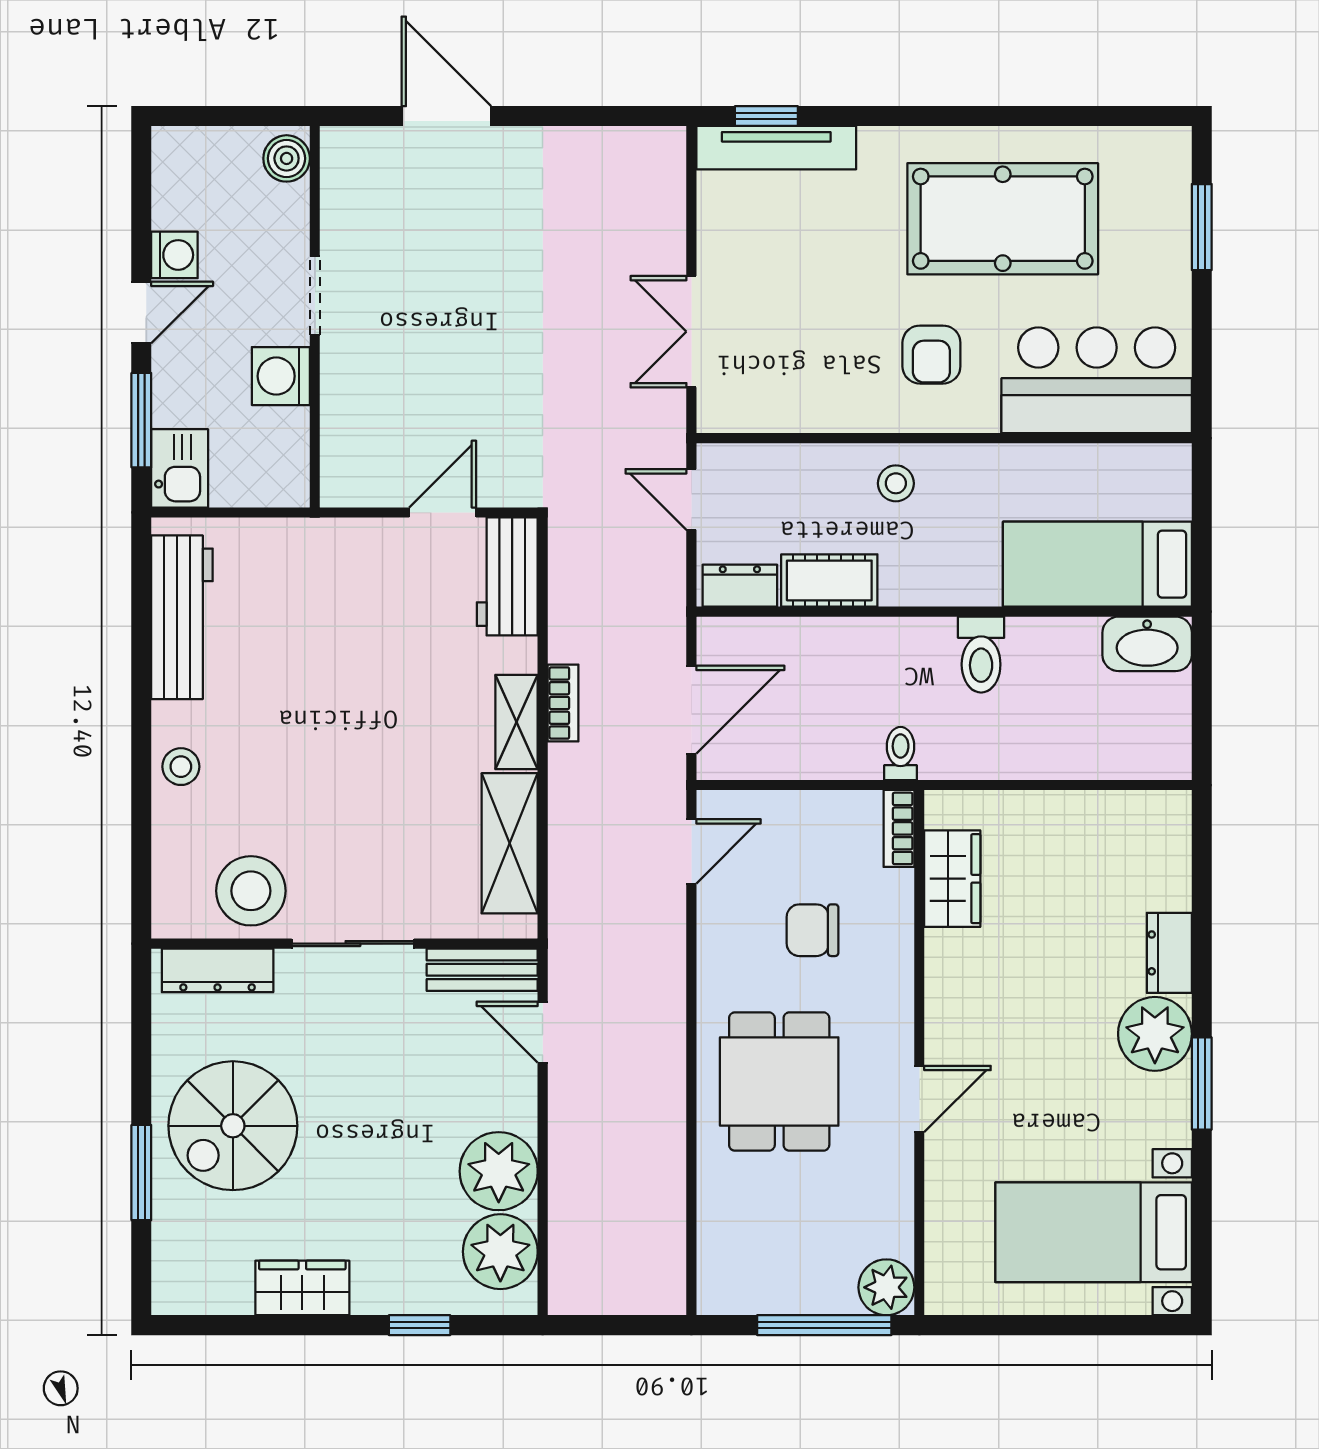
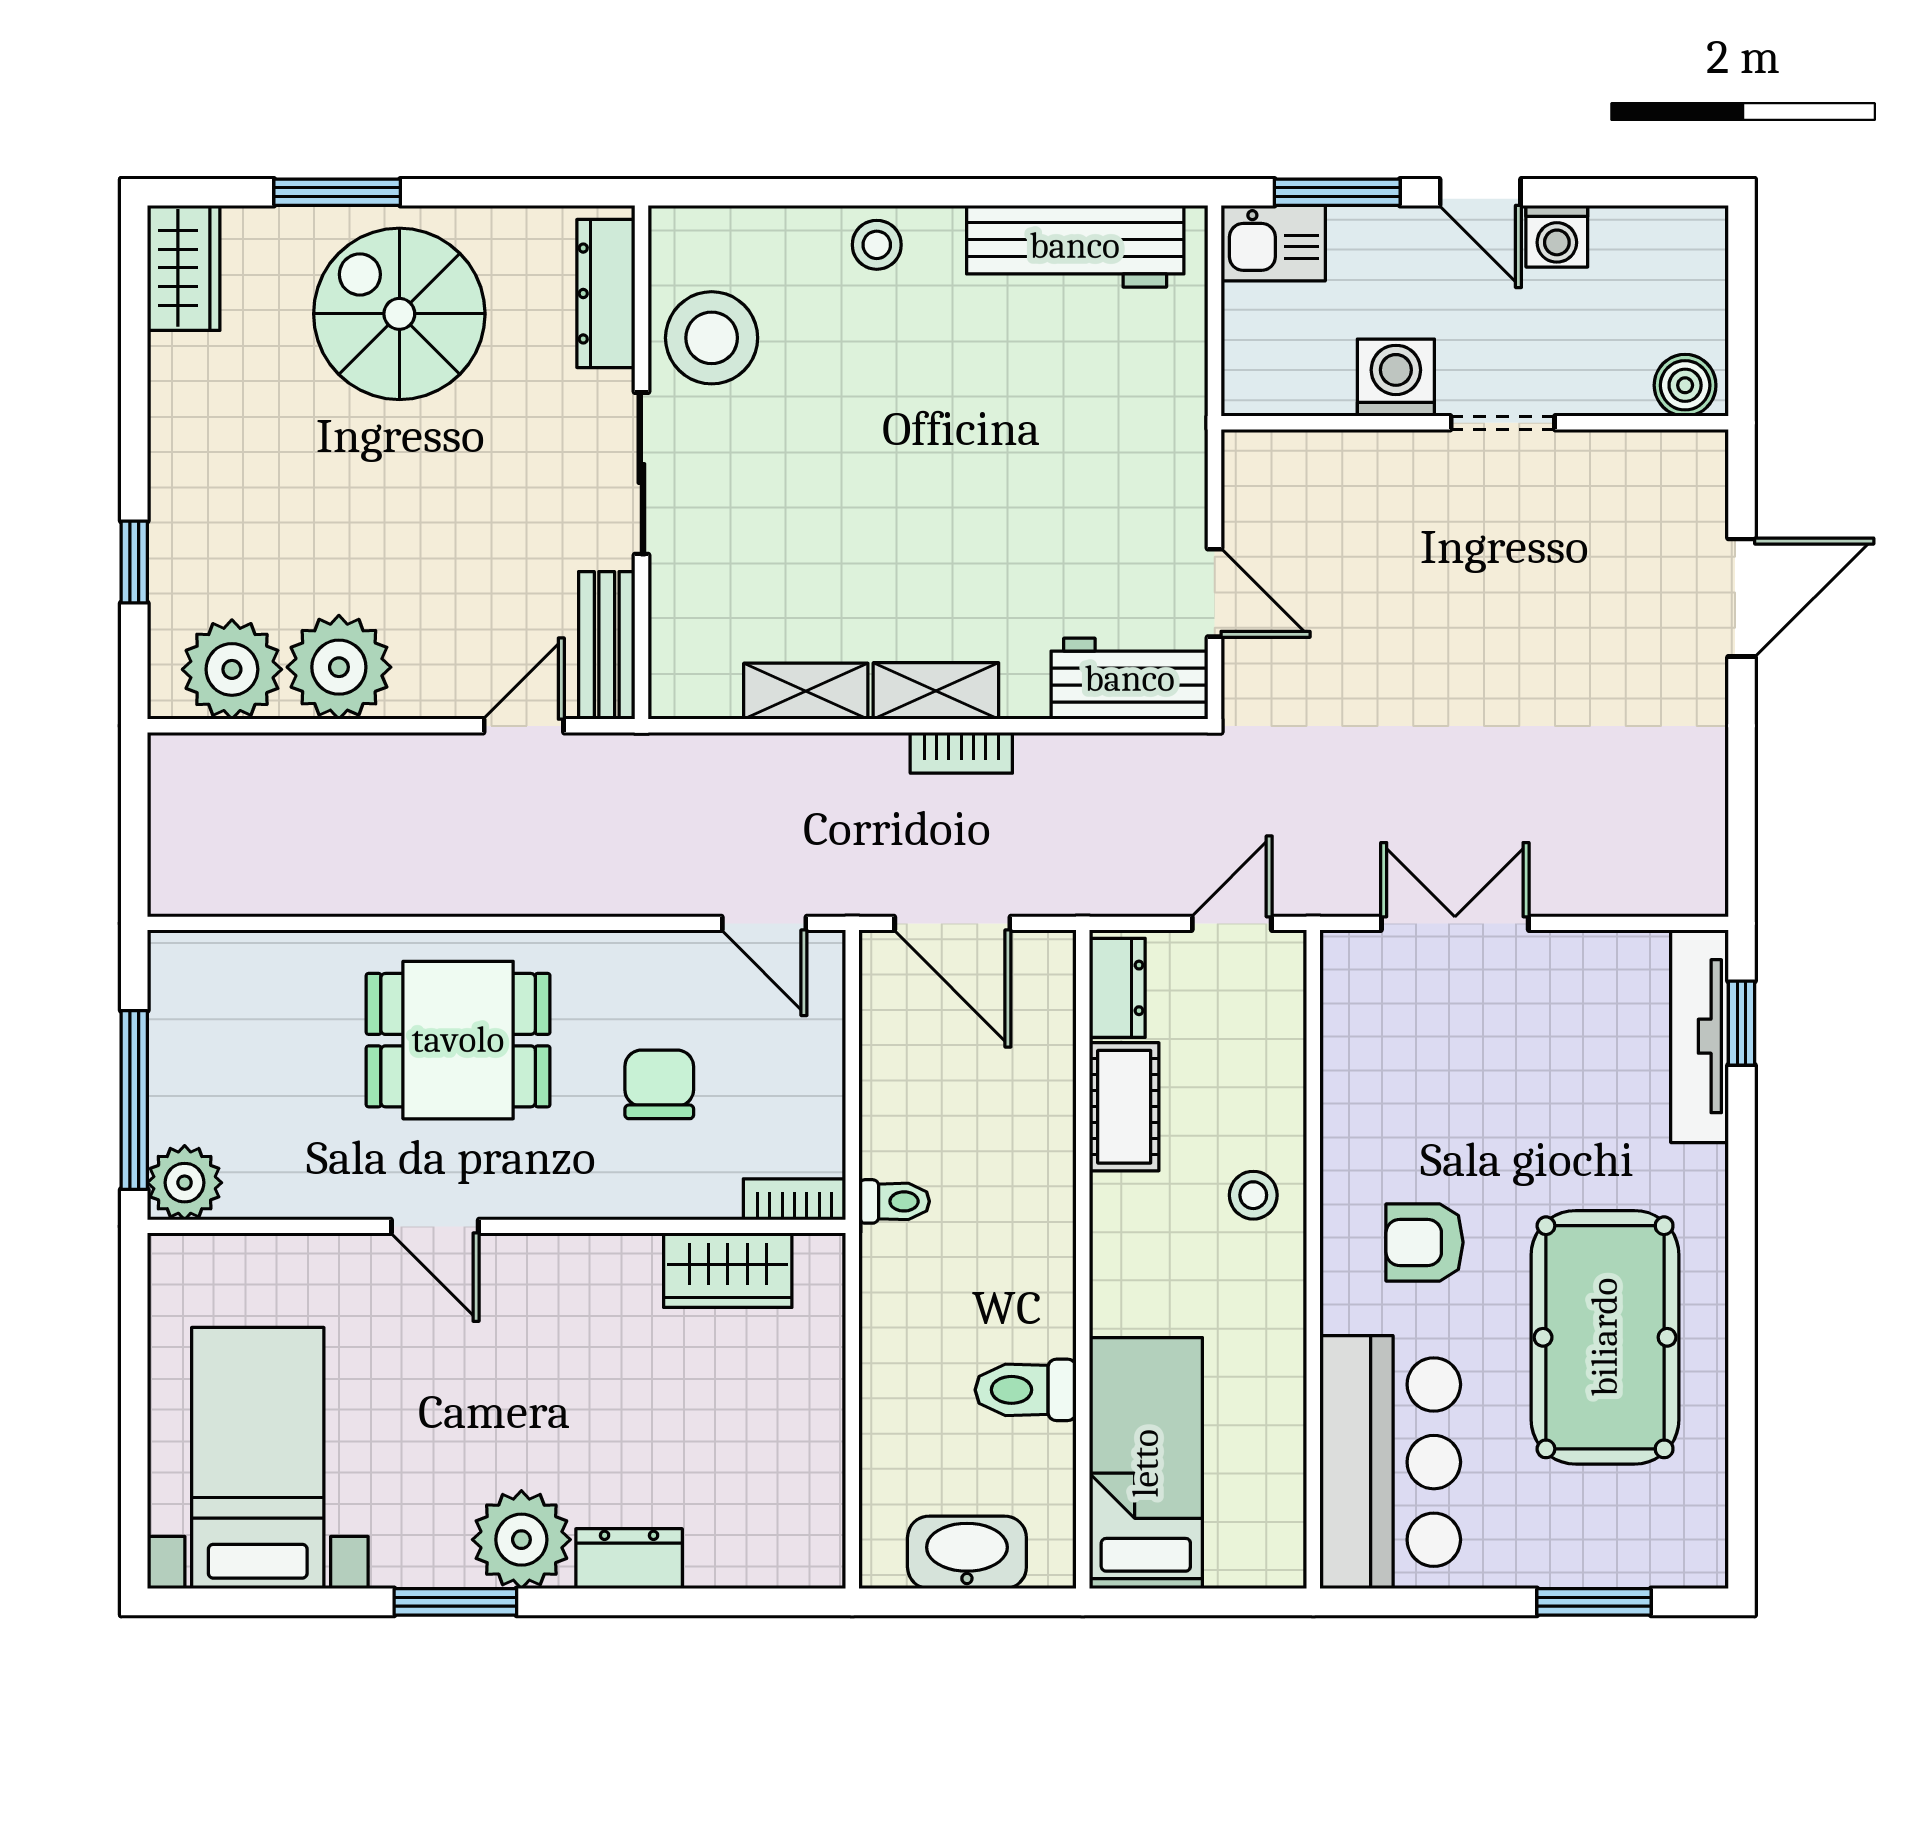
washbasin: (1147, 644) -> (967, 1552), moved, turned 90
toilet: (981, 655) -> (1026, 1390), moved
shelving: (510, 843) -> (806, 691), width x0.67, depth x0.75
wardrobe: (302, 1288) -> (184, 268), moved

